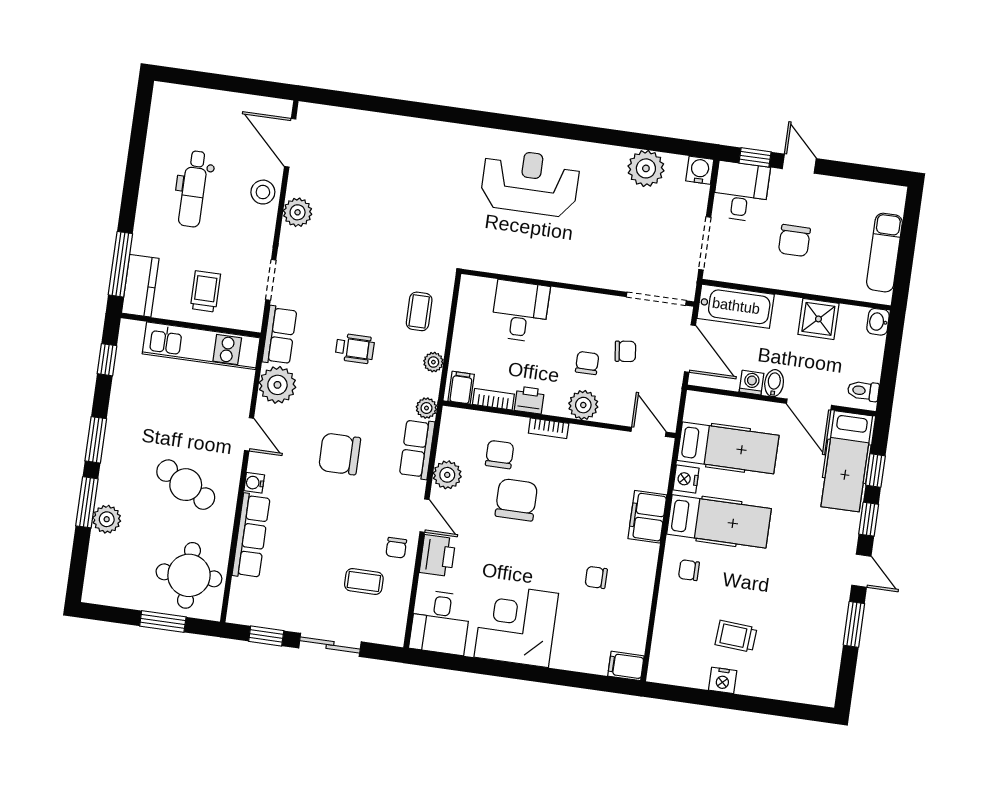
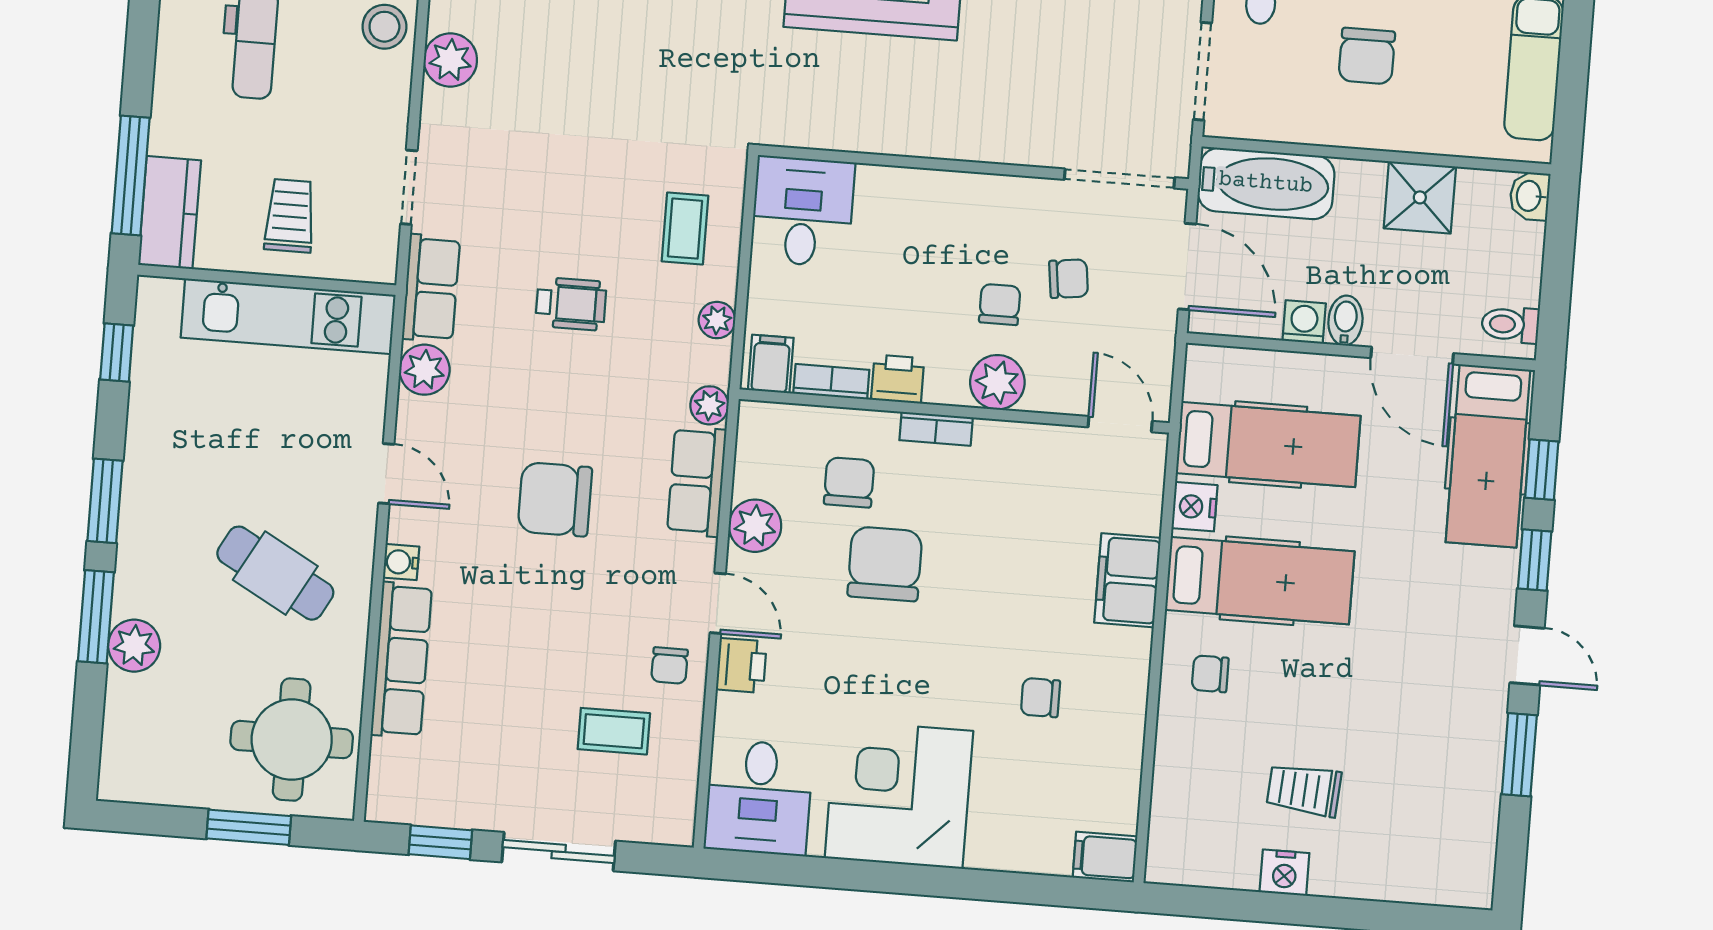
desk: (520, 311) -> (803, 211), moved
plant: (277, 385) -> (424, 370), width x0.73, depth x0.73
printer: (438, 556) -> (741, 665), width x0.73, depth x0.81

